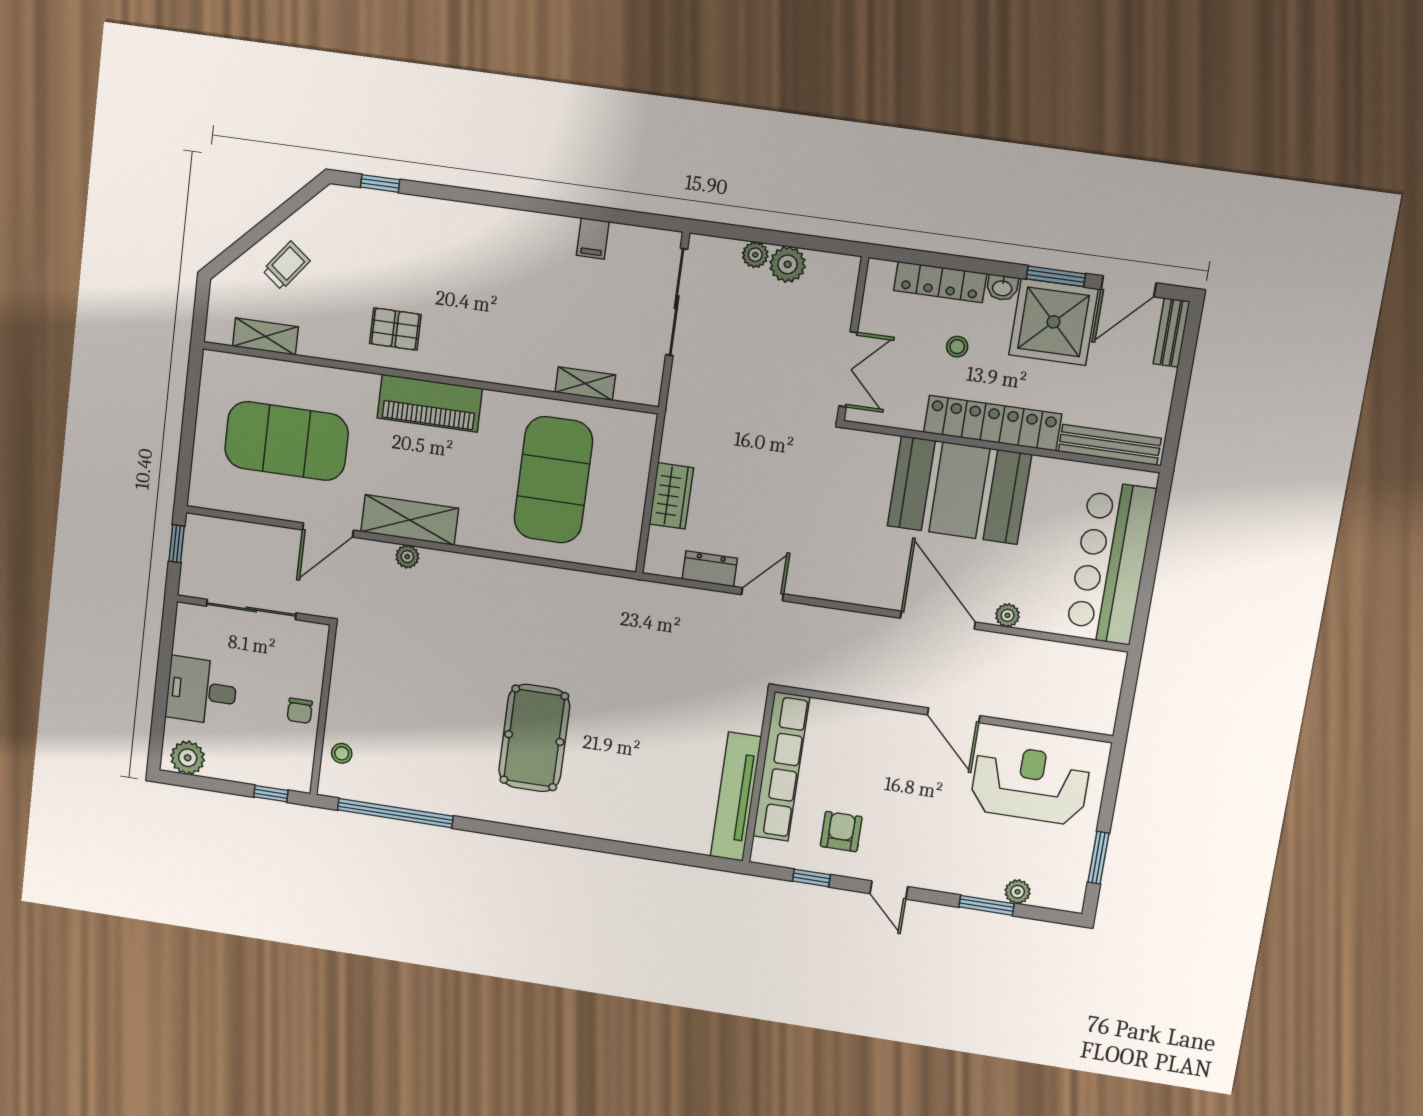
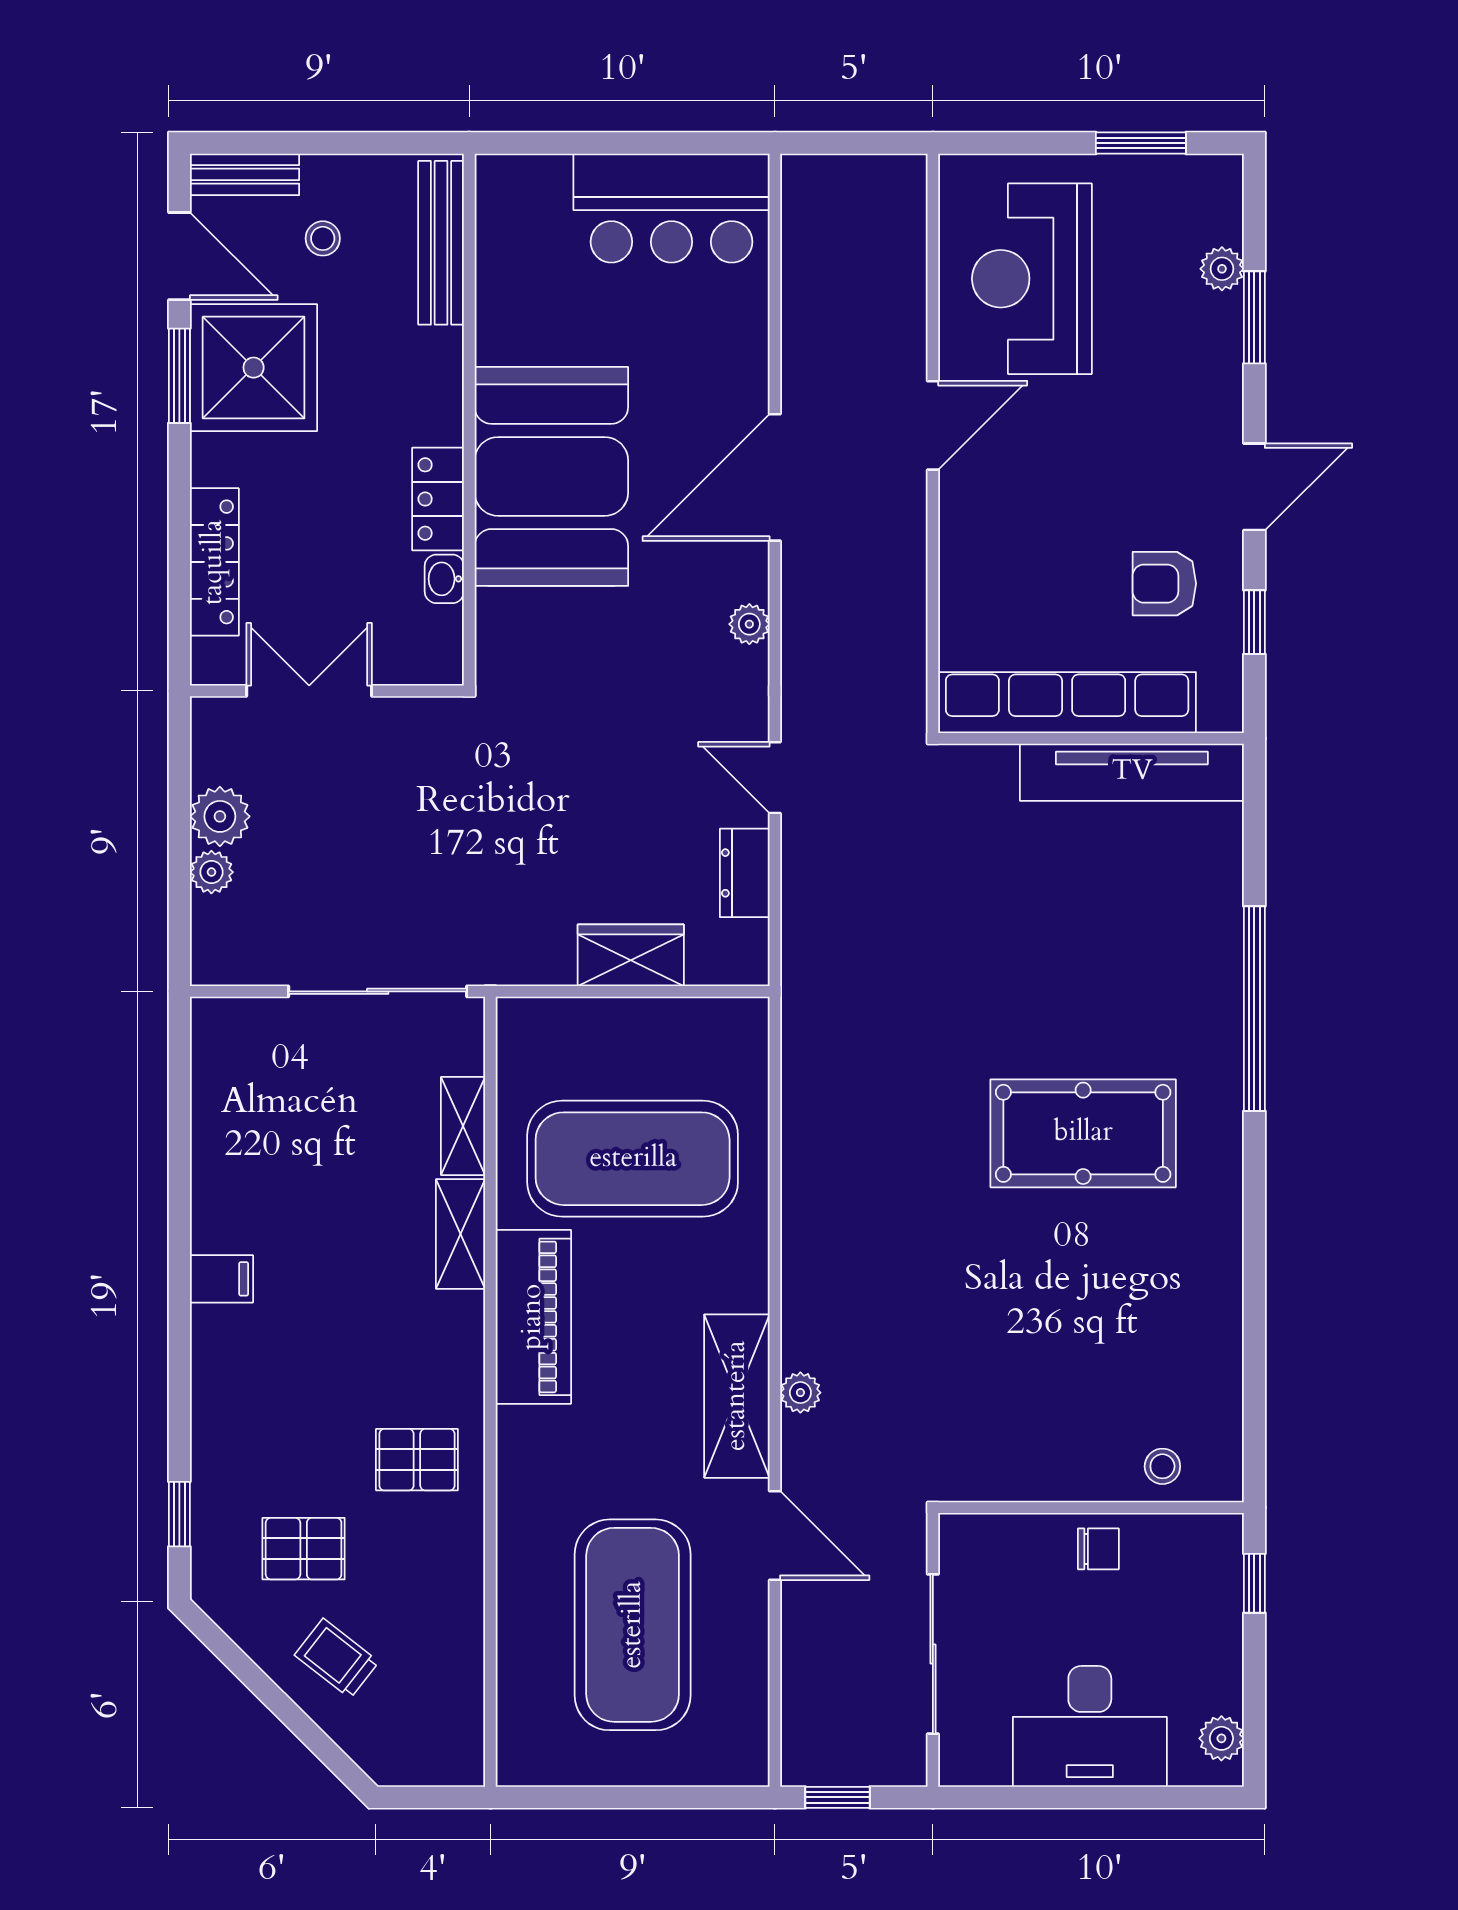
filing cabinet: (593, 238) -> (222, 1279), moved
pallet: (352, 255) -> (304, 1549), added
washbasin: (1002, 288) -> (444, 579), moved, turned 180
sliding door: (677, 302) -> (378, 991), moved
pallet: (395, 329) -> (417, 1460), turned 90
shelving: (265, 336) -> (460, 1234), moved
stool: (957, 347) -> (323, 238), moved
double door: (848, 369) -> (309, 691), moved
piano: (430, 403) -> (533, 1317), moved
locker: (993, 423) -> (438, 499), width x0.46, depth x0.83
bar counter: (1111, 563) -> (671, 208), width x0.73
plant: (1008, 615) -> (749, 624), moved
desk: (201, 691) -> (1090, 1726), width x1.37
plant: (188, 758) -> (1221, 1738), width x0.73, depth x0.73
window: (395, 813) -> (1254, 1009), moved
door: (889, 890) -> (1254, 487), width x1.38

